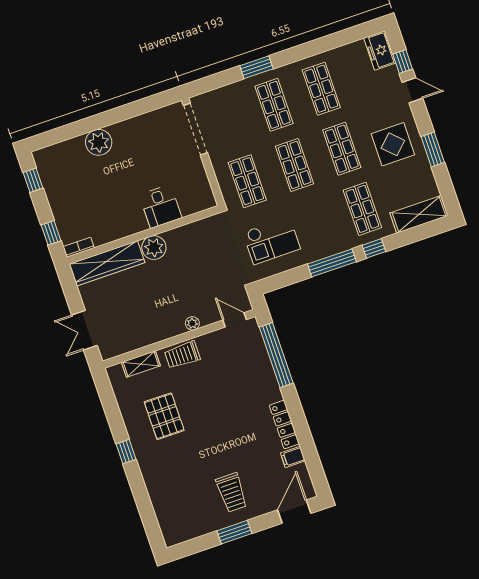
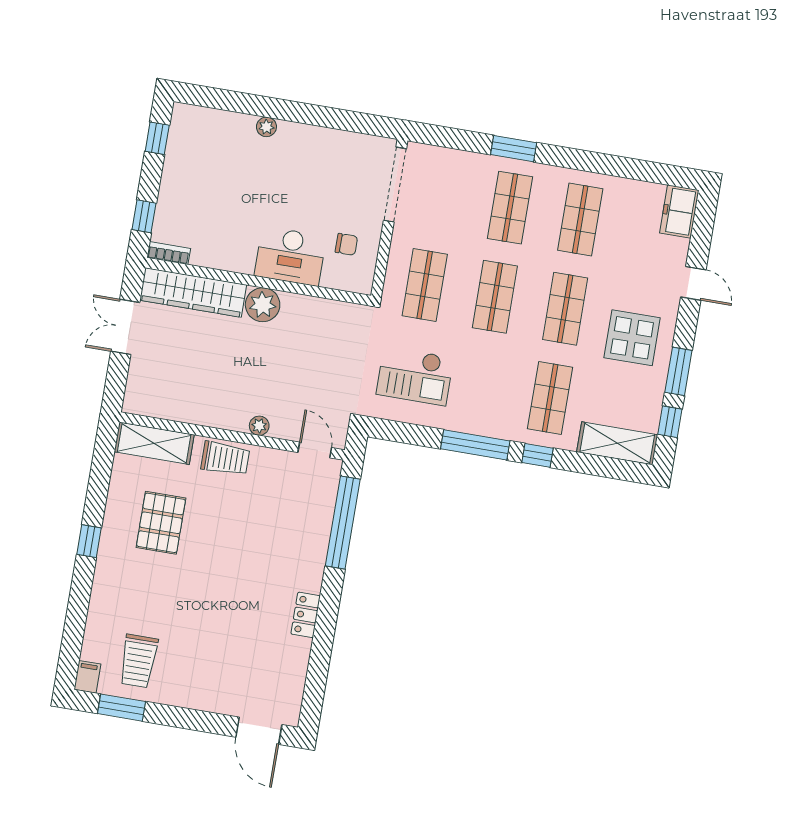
window: (403, 62) -> (670, 422), moved
plant: (99, 142) -> (266, 127), width x0.53, depth x0.53
chair: (185, 182) -> (346, 244), added
desk: (161, 206) -> (290, 256), width x1.37
double door: (84, 330) -> (125, 327), moved
trolley: (182, 355) -> (225, 458), turned 180
shelving: (141, 364) -> (154, 443), width x1.50, depth x1.33
locker: (284, 425) -> (306, 615), width x0.66
filing cabinet: (293, 457) -> (87, 677), moved, turned 90
trolley: (232, 492) -> (138, 661), moved
door: (294, 512) -> (259, 731), swing flipped
window: (234, 532) -> (122, 708), moved

